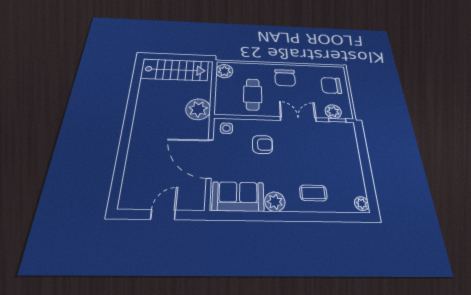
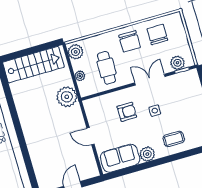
chair: (331, 85) -> (157, 34), moved, turned 90
plant: (221, 94) -> (80, 76), added
side table: (226, 128) -> (155, 111), moved
door: (210, 159) -> (90, 136), width x0.53

